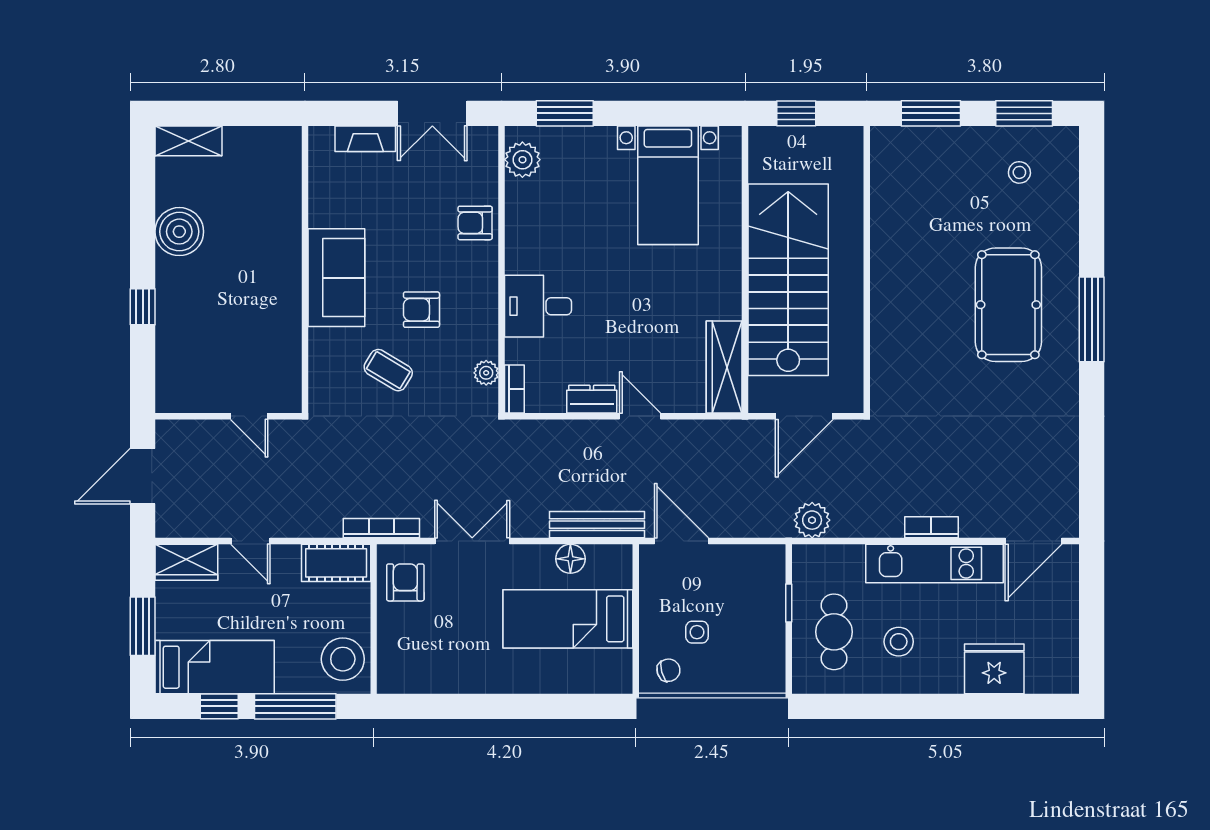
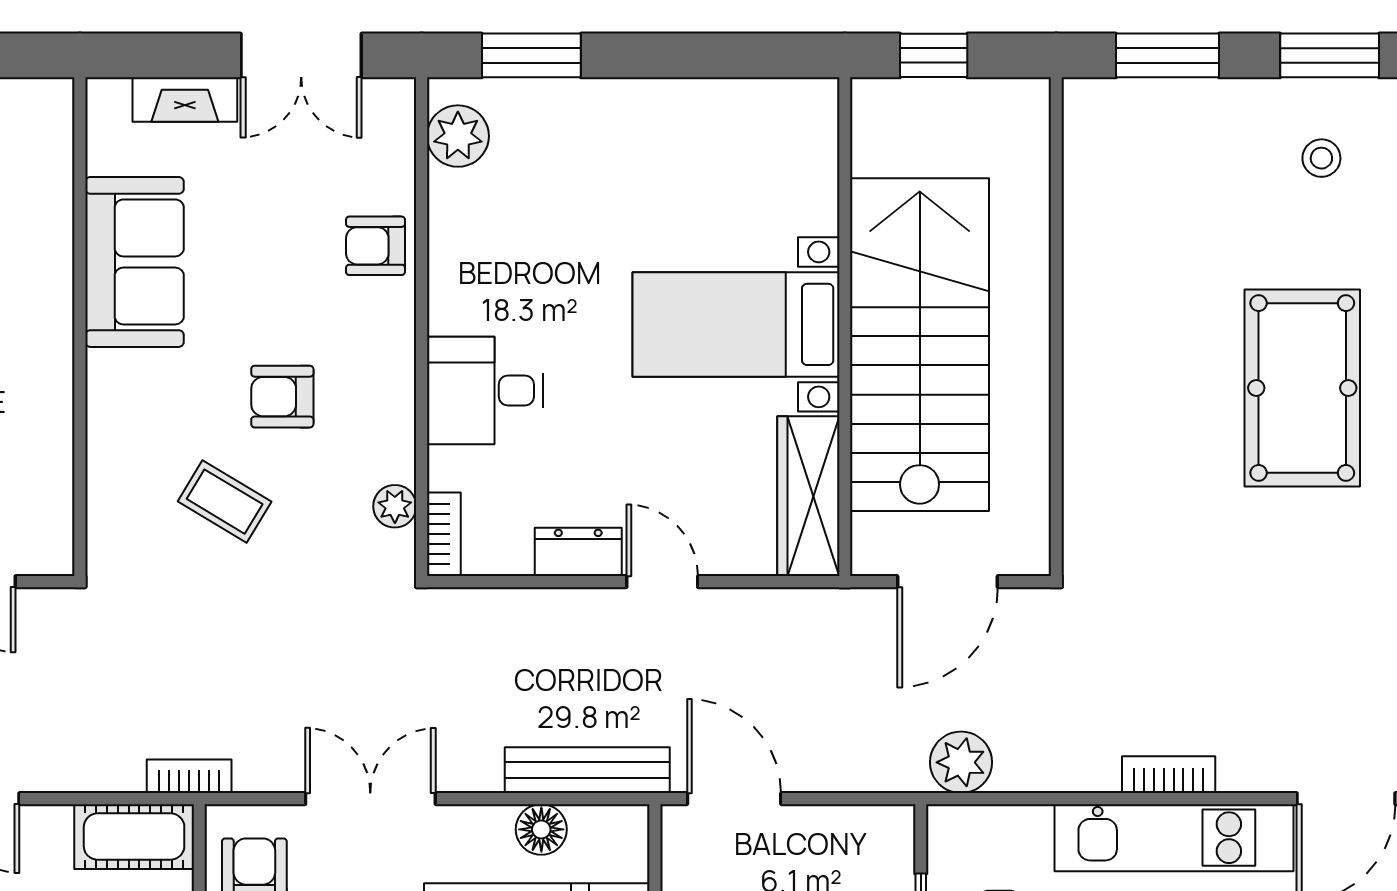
bed with nightstands: (668, 185) -> (736, 324), moved, turned 90
sofa: (336, 278) -> (134, 262), moved
bookcase: (381, 528) -> (189, 776), width x0.64

